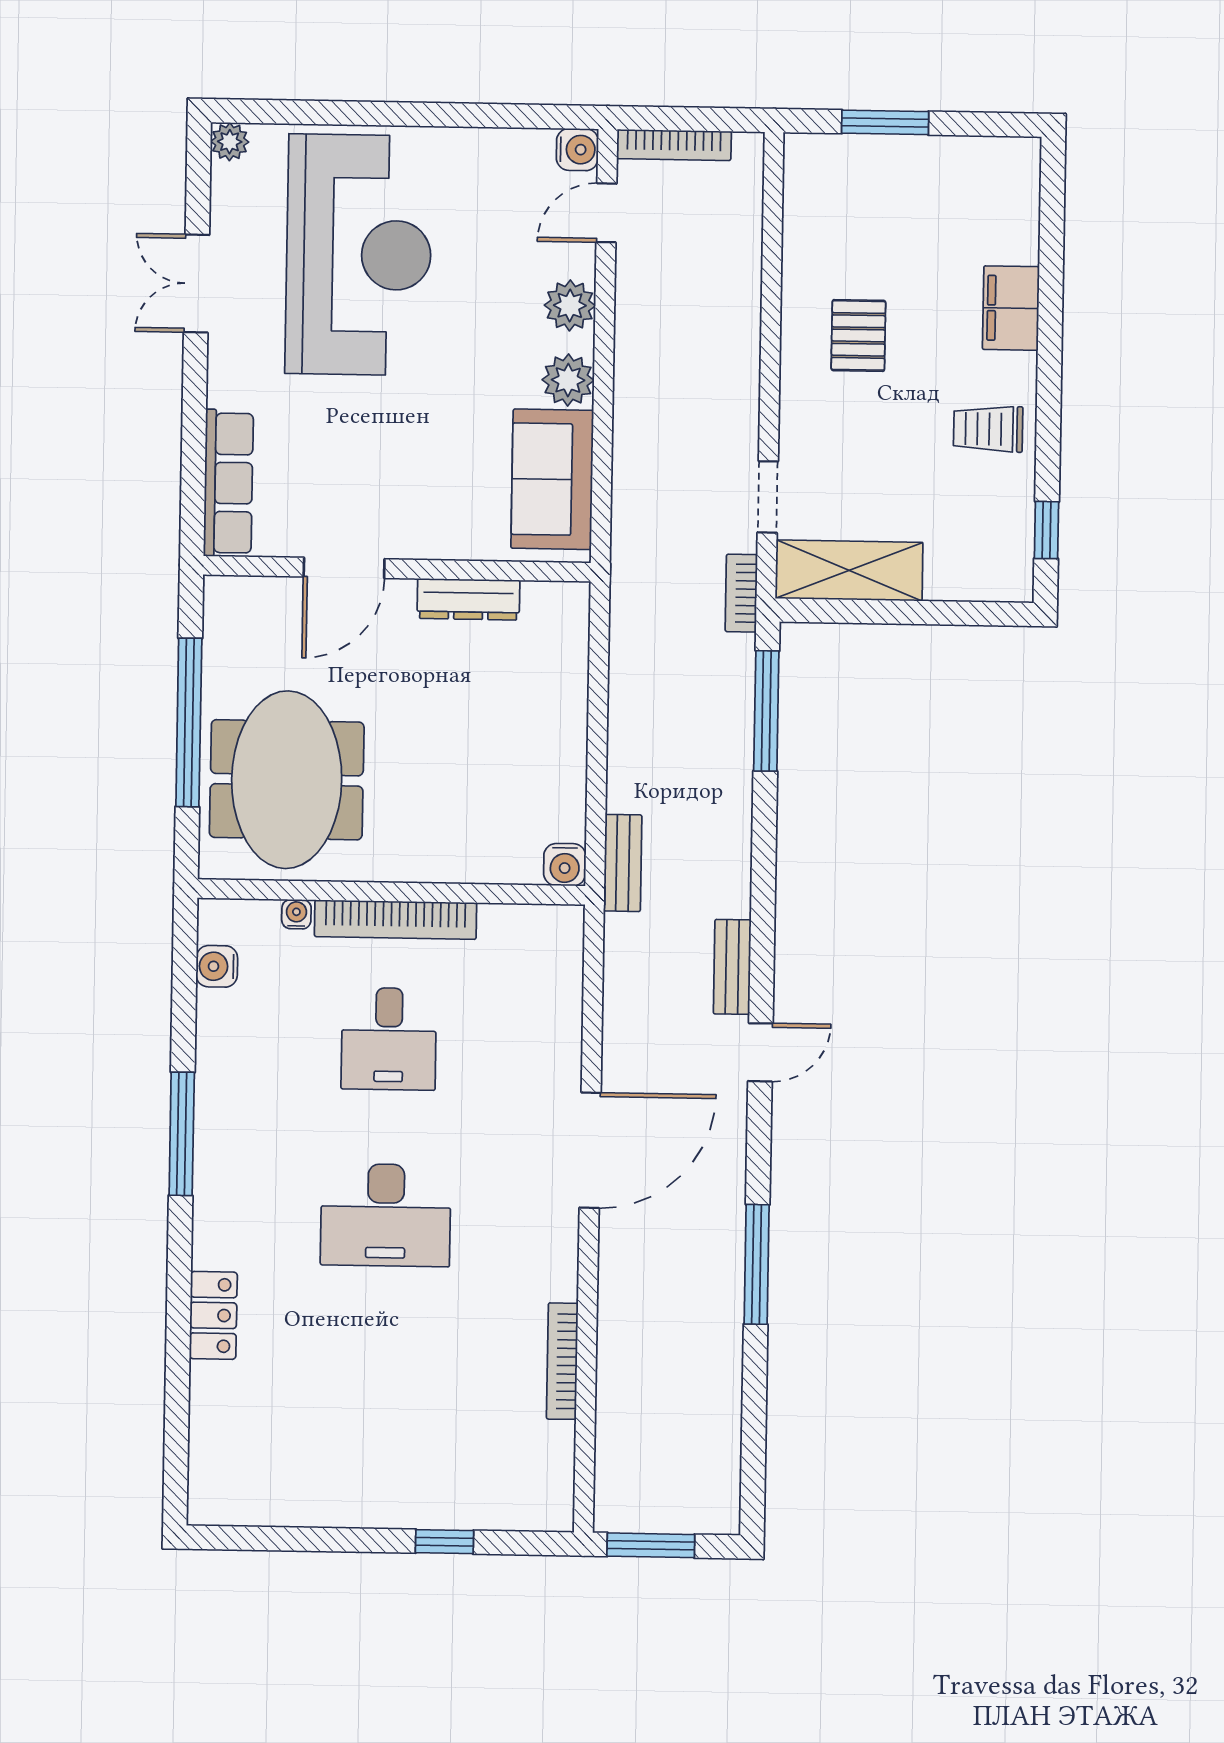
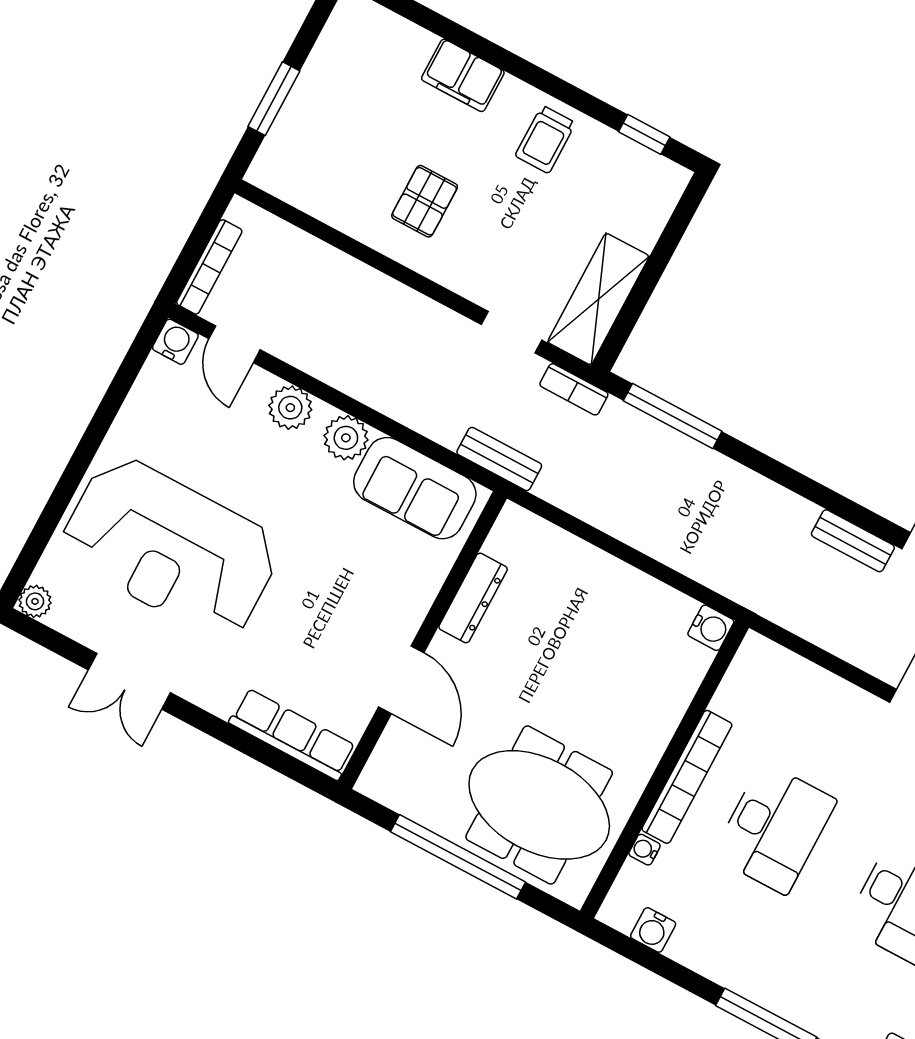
reception desk: (359, 255) -> (170, 548), turned 180
pallet: (858, 335) -> (425, 201), turned 90
bench: (623, 863) -> (499, 459), moved
desk: (389, 1039) -> (774, 828), width x1.37

